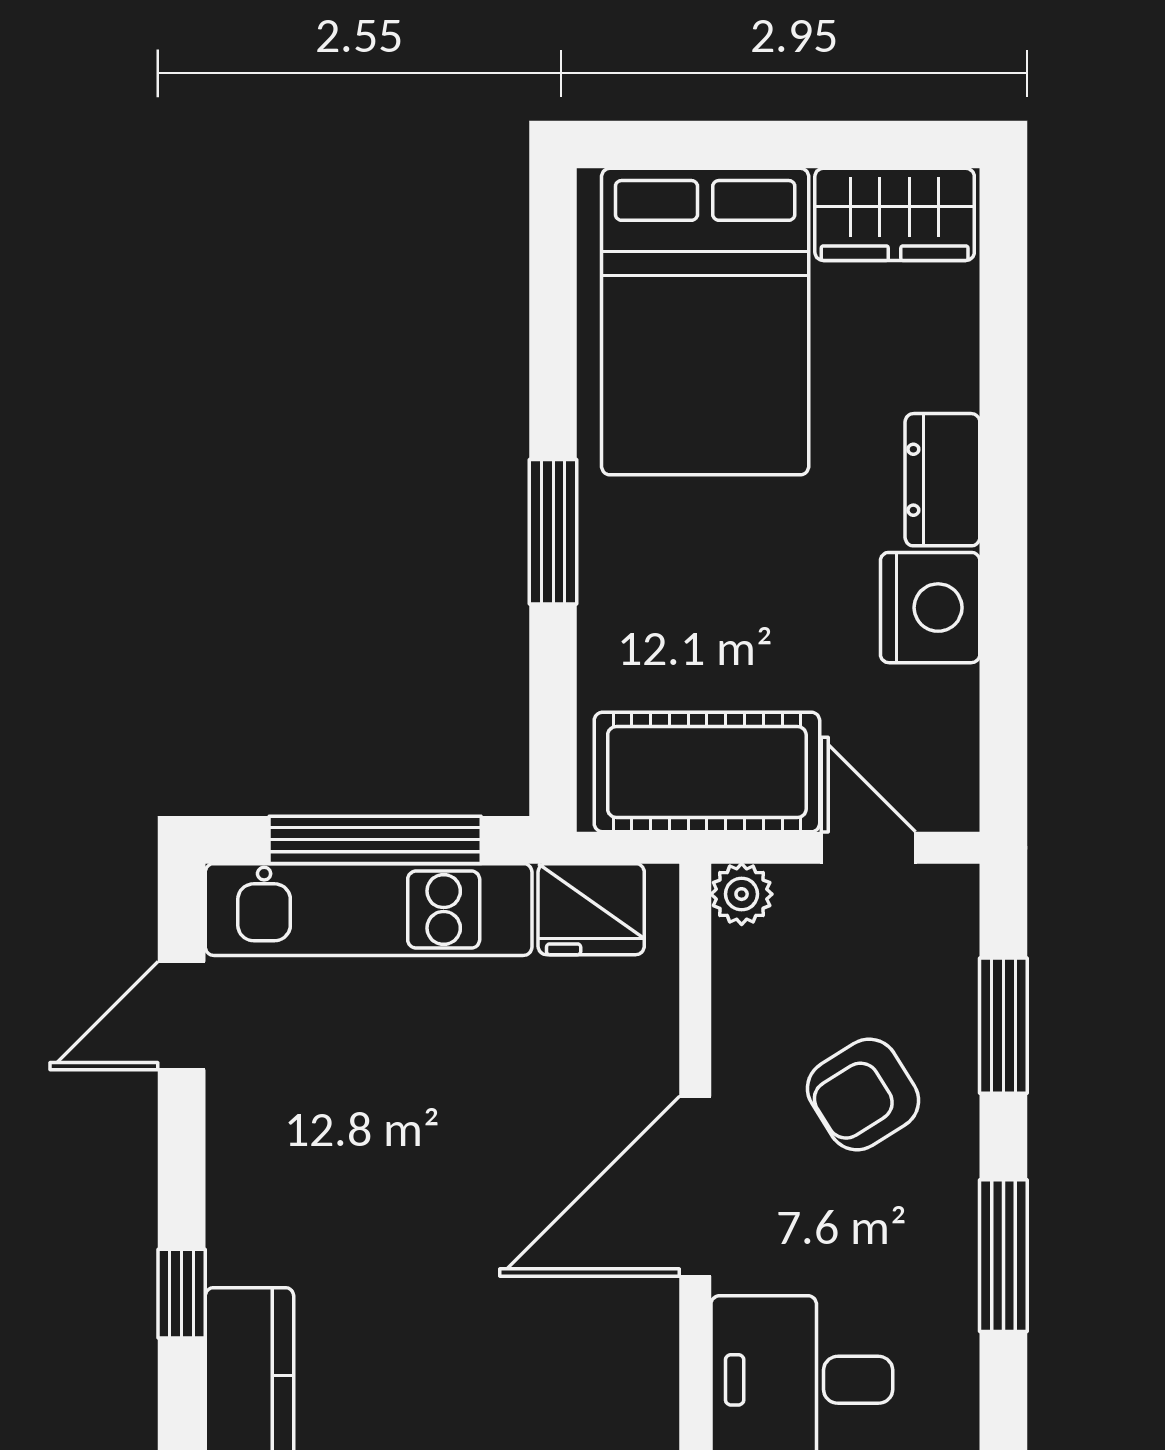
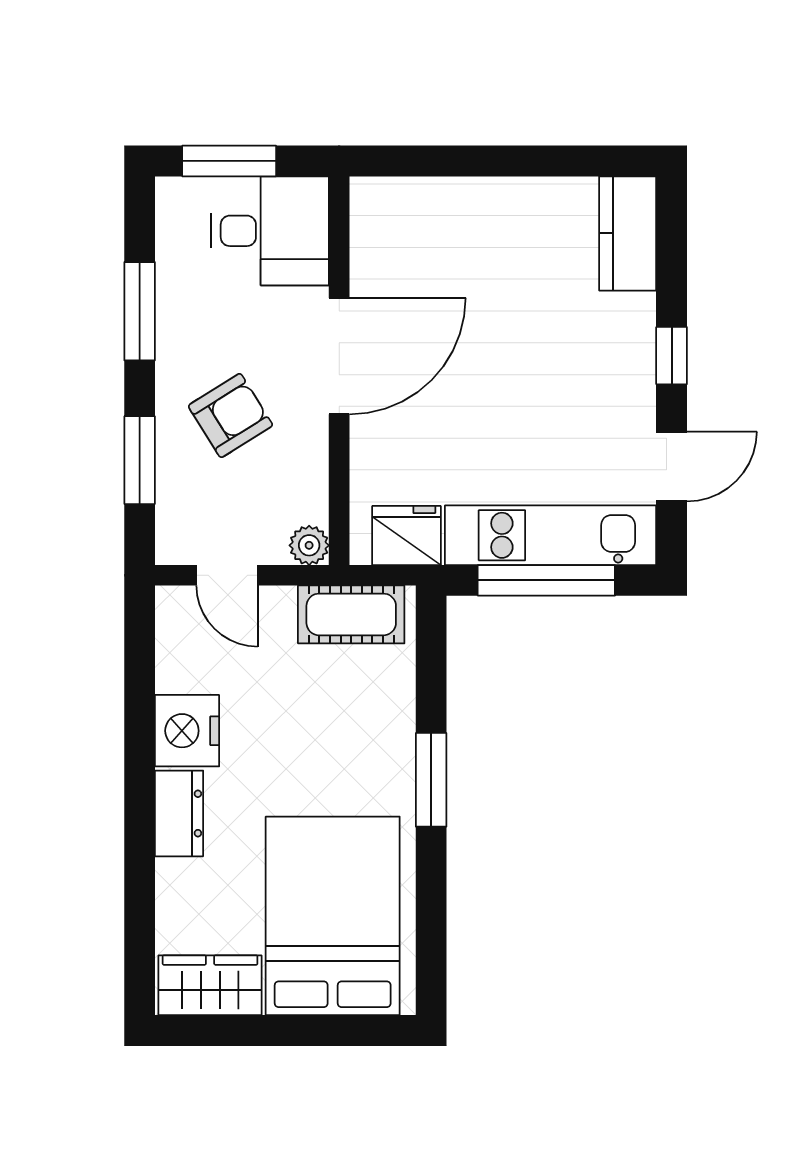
cot: (707, 772) -> (351, 614), width x0.73, depth x0.75
window: (182, 1294) -> (672, 356), moved

